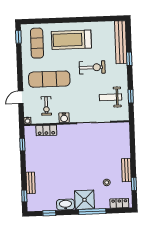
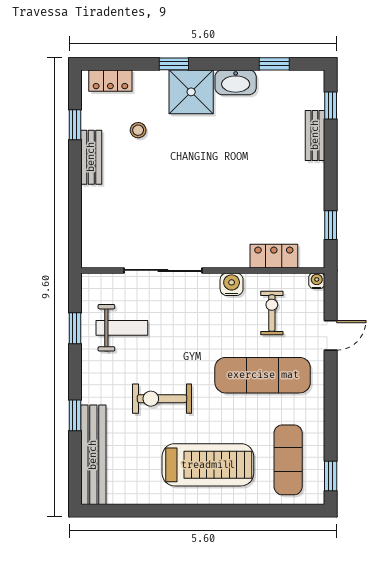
window: (92, 212) -> (174, 64), width x0.46

